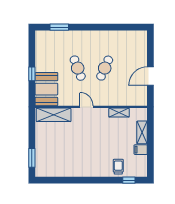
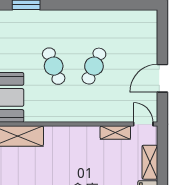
door: (86, 107) -> (143, 124), moved

